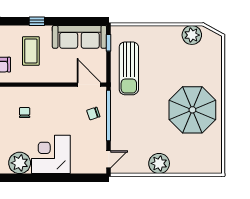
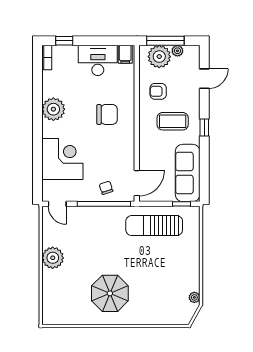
plant: (192, 35) -> (194, 297), width x0.53, depth x0.53
parasol: (192, 110) -> (110, 293), width x0.73, depth x0.73
chair: (25, 113) -> (107, 114), width x1.87, depth x1.87
corner desk: (51, 154) -> (62, 159), moved

